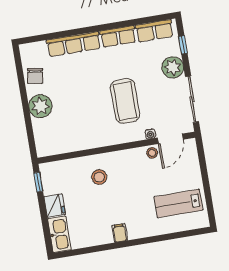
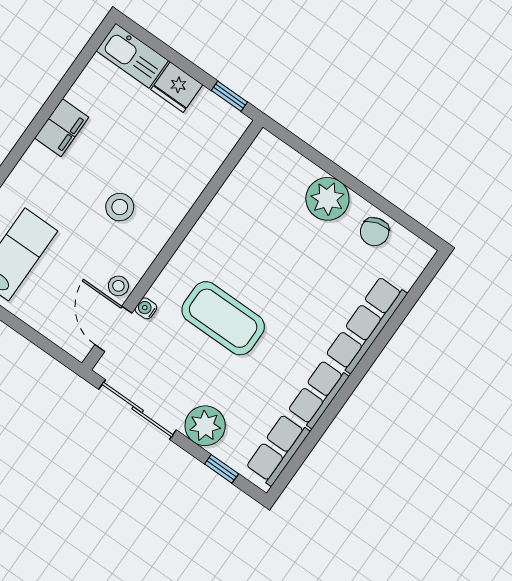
chair: (35, 76) -> (375, 232), turned -115
stool: (99, 177) -> (120, 207), moved
filing cabinet: (120, 233) -> (62, 128), width x2.00

